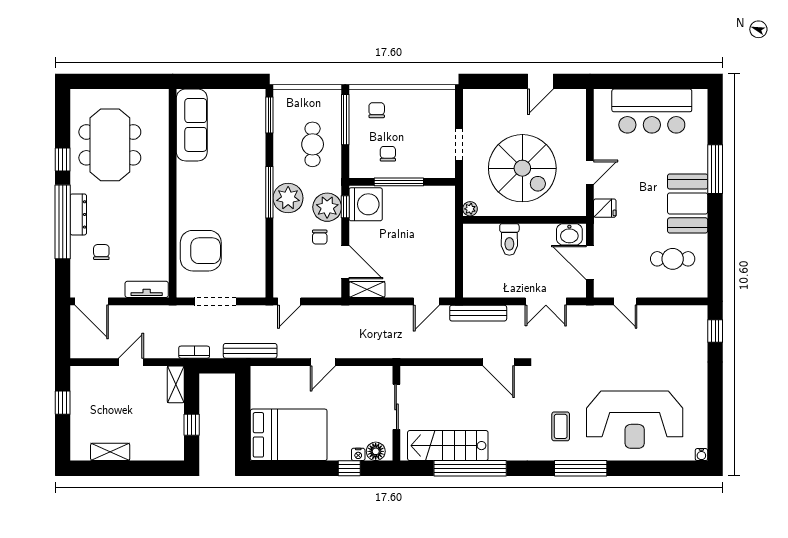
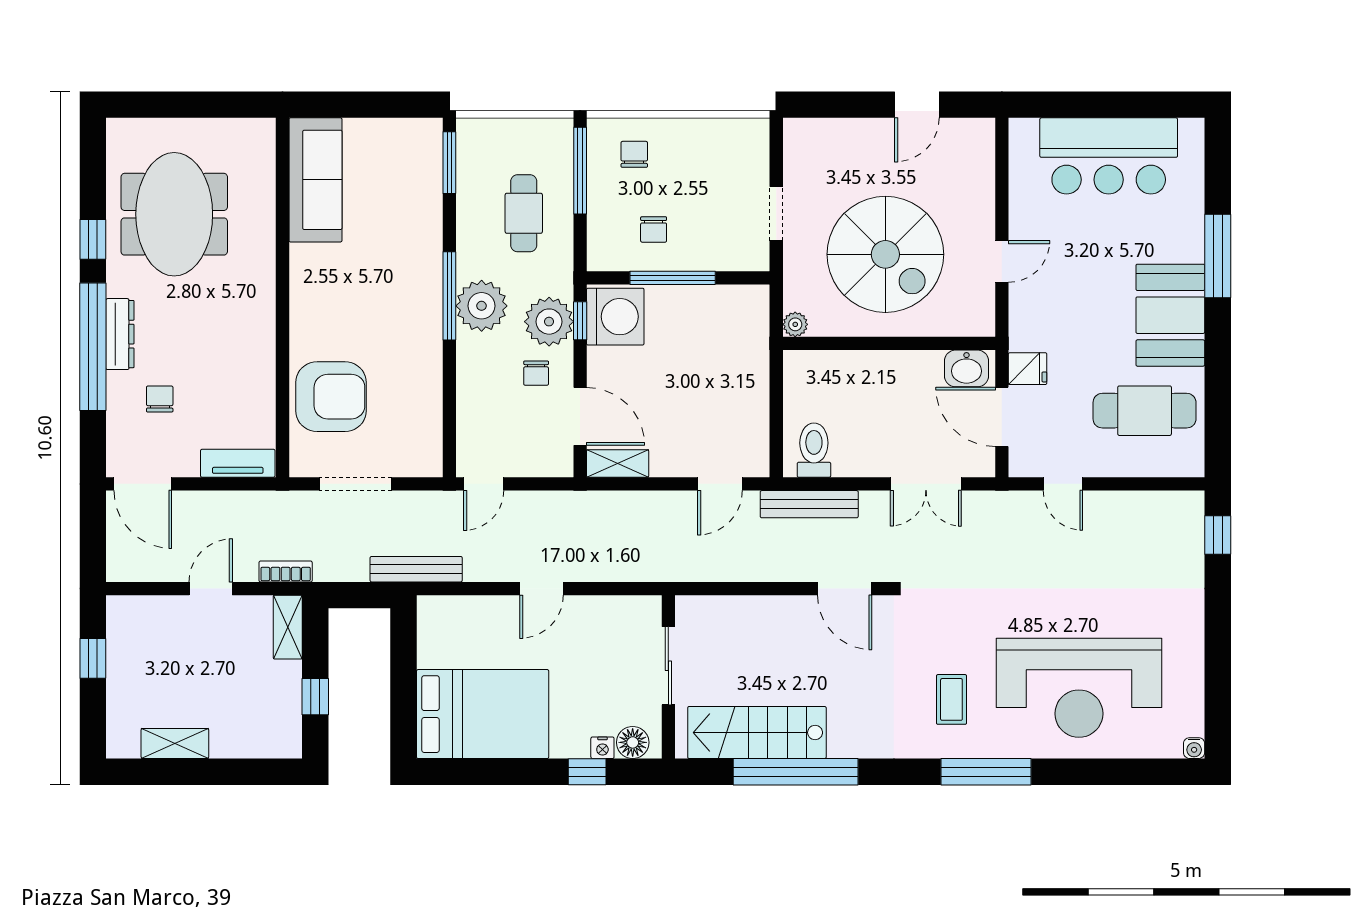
chair: (388, 154) -> (654, 229), turned 180
fridge: (605, 208) -> (1028, 369), moved
toilet: (509, 239) -> (814, 450), moved, turned 180
cafe table: (673, 259) -> (1145, 411), width x1.37, depth x1.35
bookcase: (194, 352) -> (286, 571), moved

